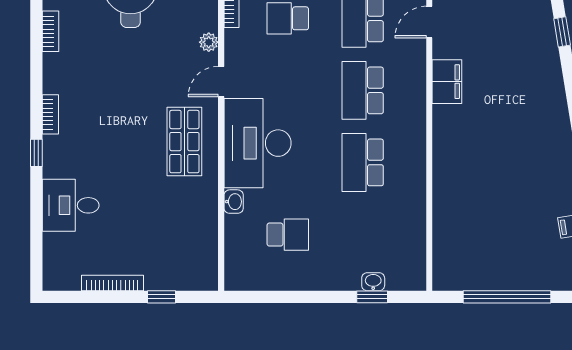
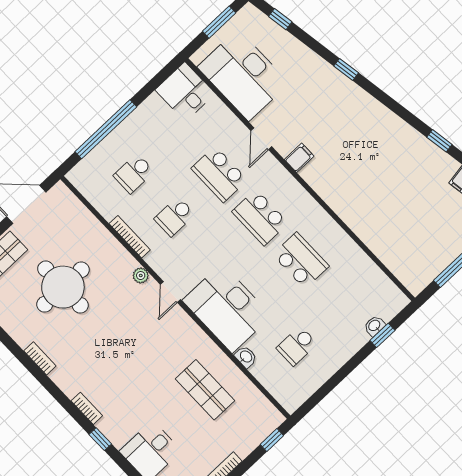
filing cabinet: (447, 82) -> (299, 158), width x0.50
shop shelf: (184, 142) -> (205, 390), moved
school desk: (363, 162) -> (301, 260), turned 180
school desk: (288, 235) -> (297, 346), turned 180
window: (161, 297) -> (272, 440), moved

